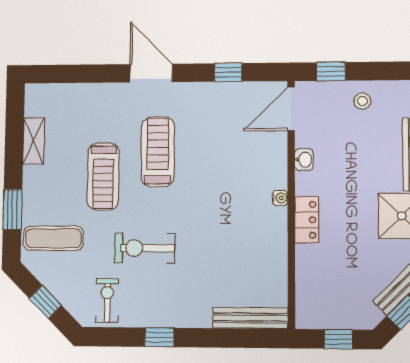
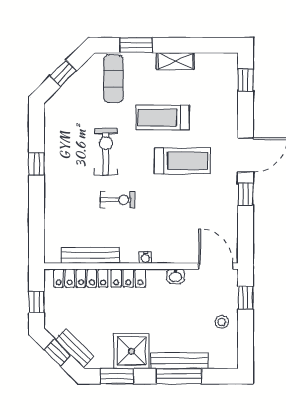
window: (228, 72) -> (246, 194), moved
window: (59, 74) -> (246, 80), added
shelving: (34, 141) -> (175, 61), moved
locker: (307, 281) -> (81, 278), added
exercise bike: (107, 300) -> (117, 200), moved
bench: (250, 318) -> (90, 255), moved, turned 90

